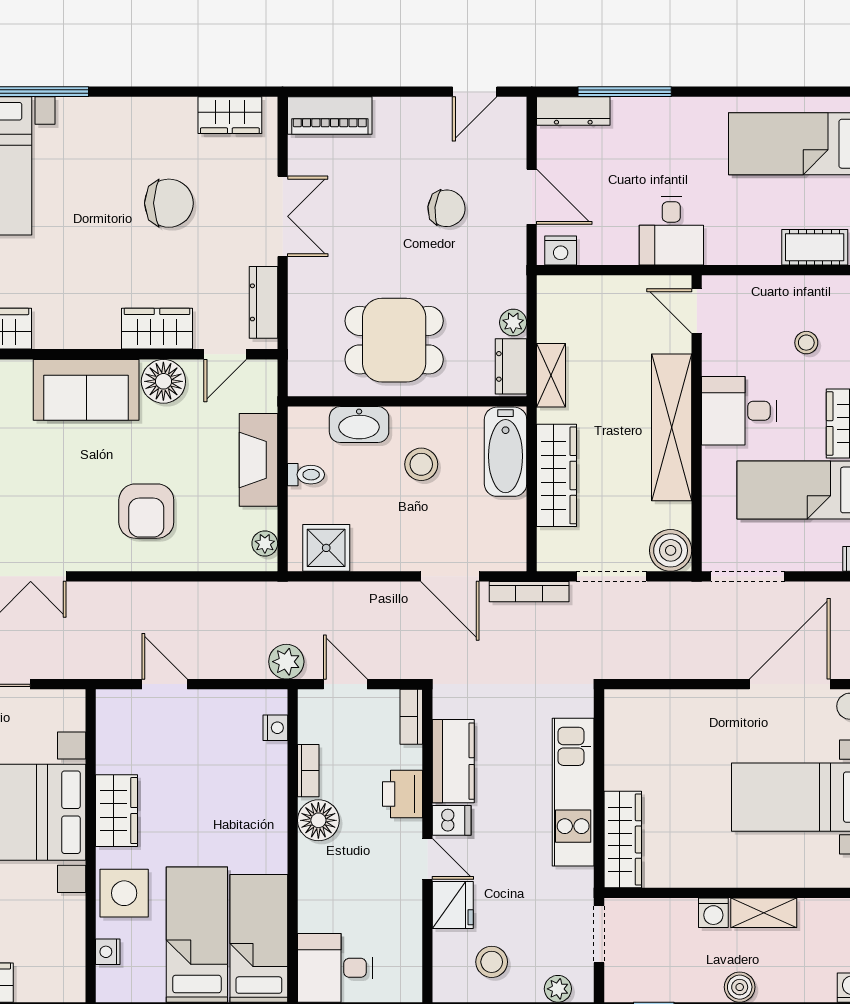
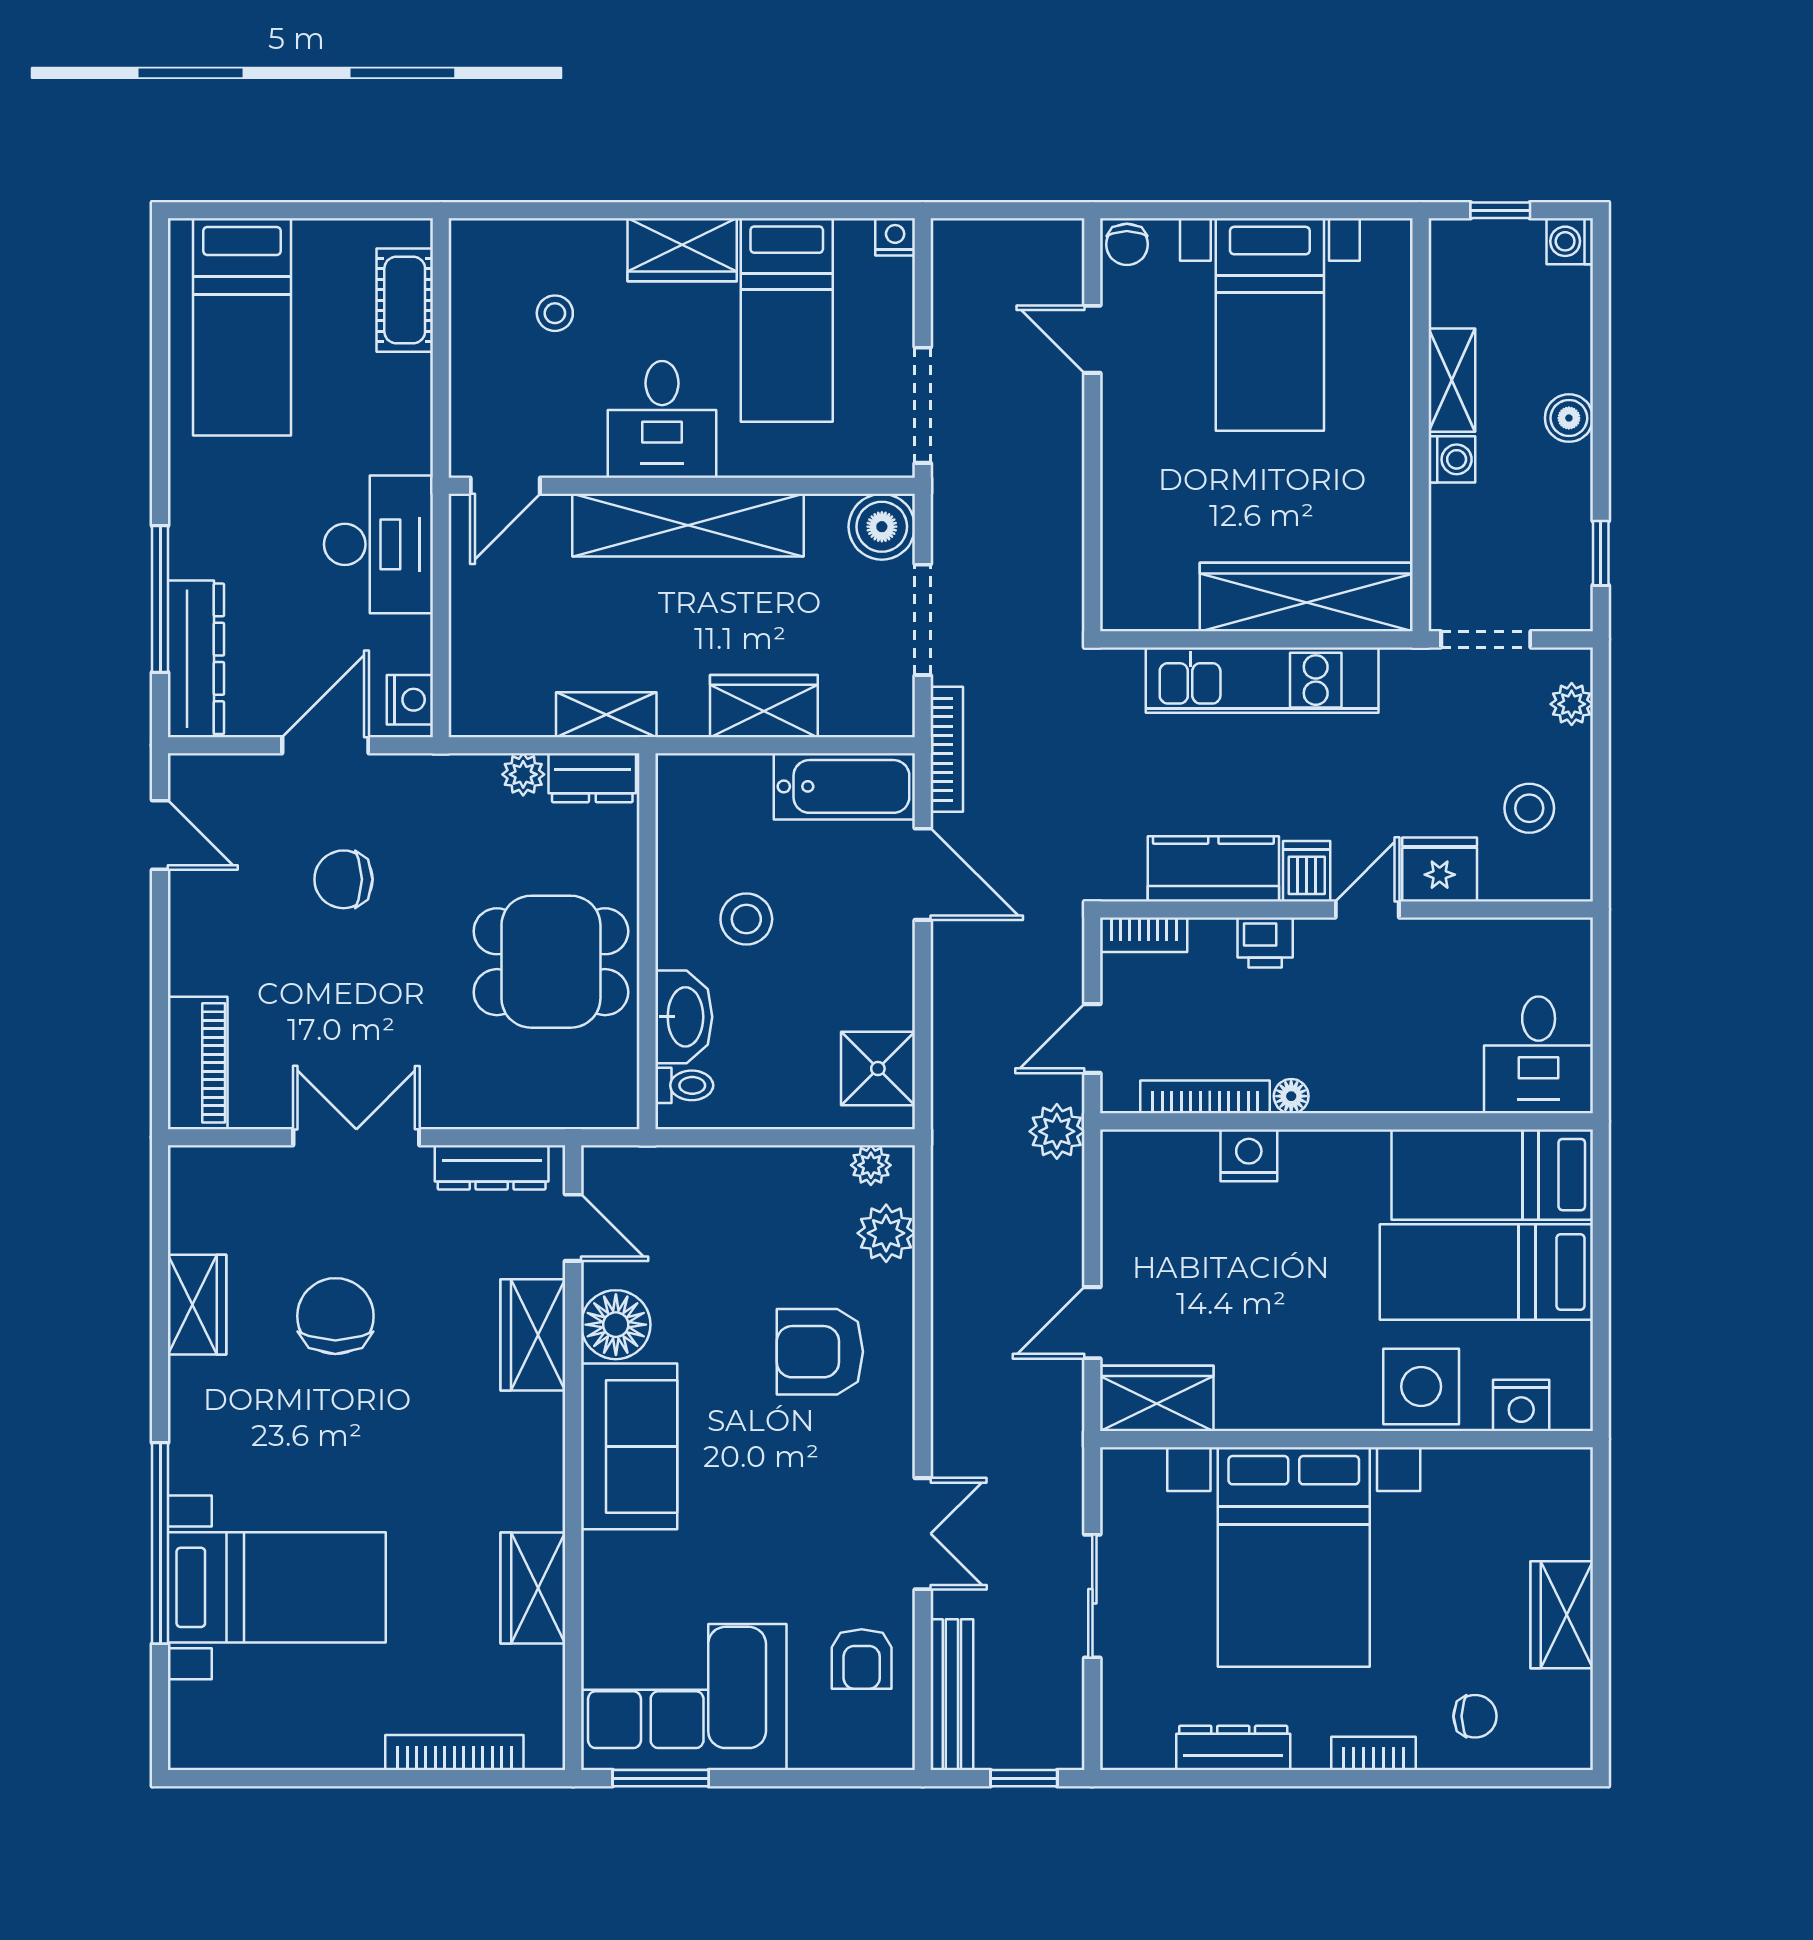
dresser: (573, 111) -> (196, 659), width x1.37, depth x1.24
wardrobe: (230, 115) -> (197, 1305), moved
chair: (446, 208) -> (343, 879), turned -96
desk: (671, 231) -> (379, 544), width x1.37
dining table: (394, 340) -> (551, 962), turned 90
bathtub: (506, 452) -> (844, 786), moved
fireplace: (258, 460) -> (739, 1175), removed
toilet: (306, 475) -> (684, 1085), moved, turned 90
wardrobe: (557, 475) -> (764, 706), width x0.67
armchair: (146, 511) -> (820, 1352), turned 180
plant: (222, 553) -> (886, 1233), added
door: (450, 576) -> (923, 874), hinge flipped
door: (790, 684) -> (1092, 339), width x0.53
nightstand: (275, 728) -> (1249, 1155), moved, width x1.39, depth x1.35
bookcase: (308, 771) -> (1205, 1097), width x1.56
printer: (403, 794) -> (1265, 942), width x0.73, depth x0.81
wardrobe: (117, 811) -> (1157, 1398), moved
floor lamp: (318, 820) -> (1291, 1096), width x0.53, depth x0.53
wardrobe: (623, 839) -> (1306, 597), width x1.40, depth x1.17
nightstand: (108, 952) -> (1521, 1405), width x1.39, depth x1.35

